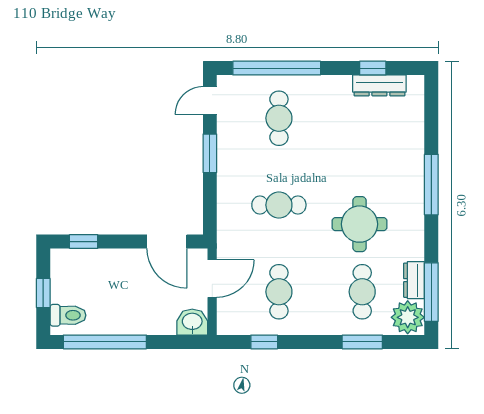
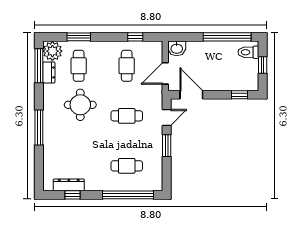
door: (210, 100) -> (167, 118), moved
cafe table: (279, 118) -> (127, 166), turned 90

